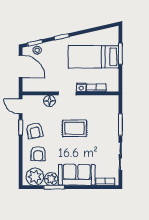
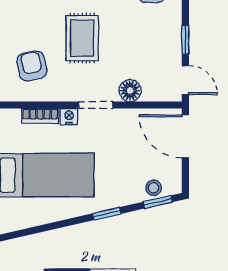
door: (21, 66) -> (185, 136), moved
rug: (74, 128) -> (82, 38), turned 90
armchair: (35, 131) -> (32, 66), moved

